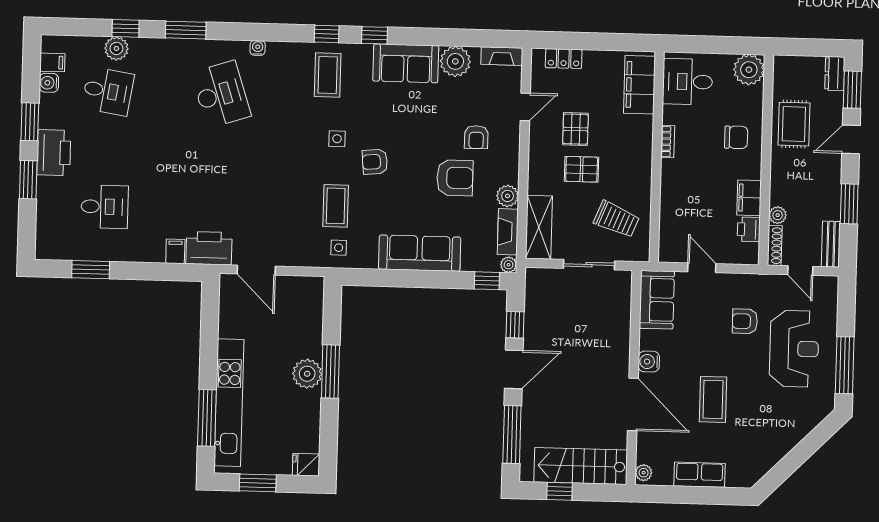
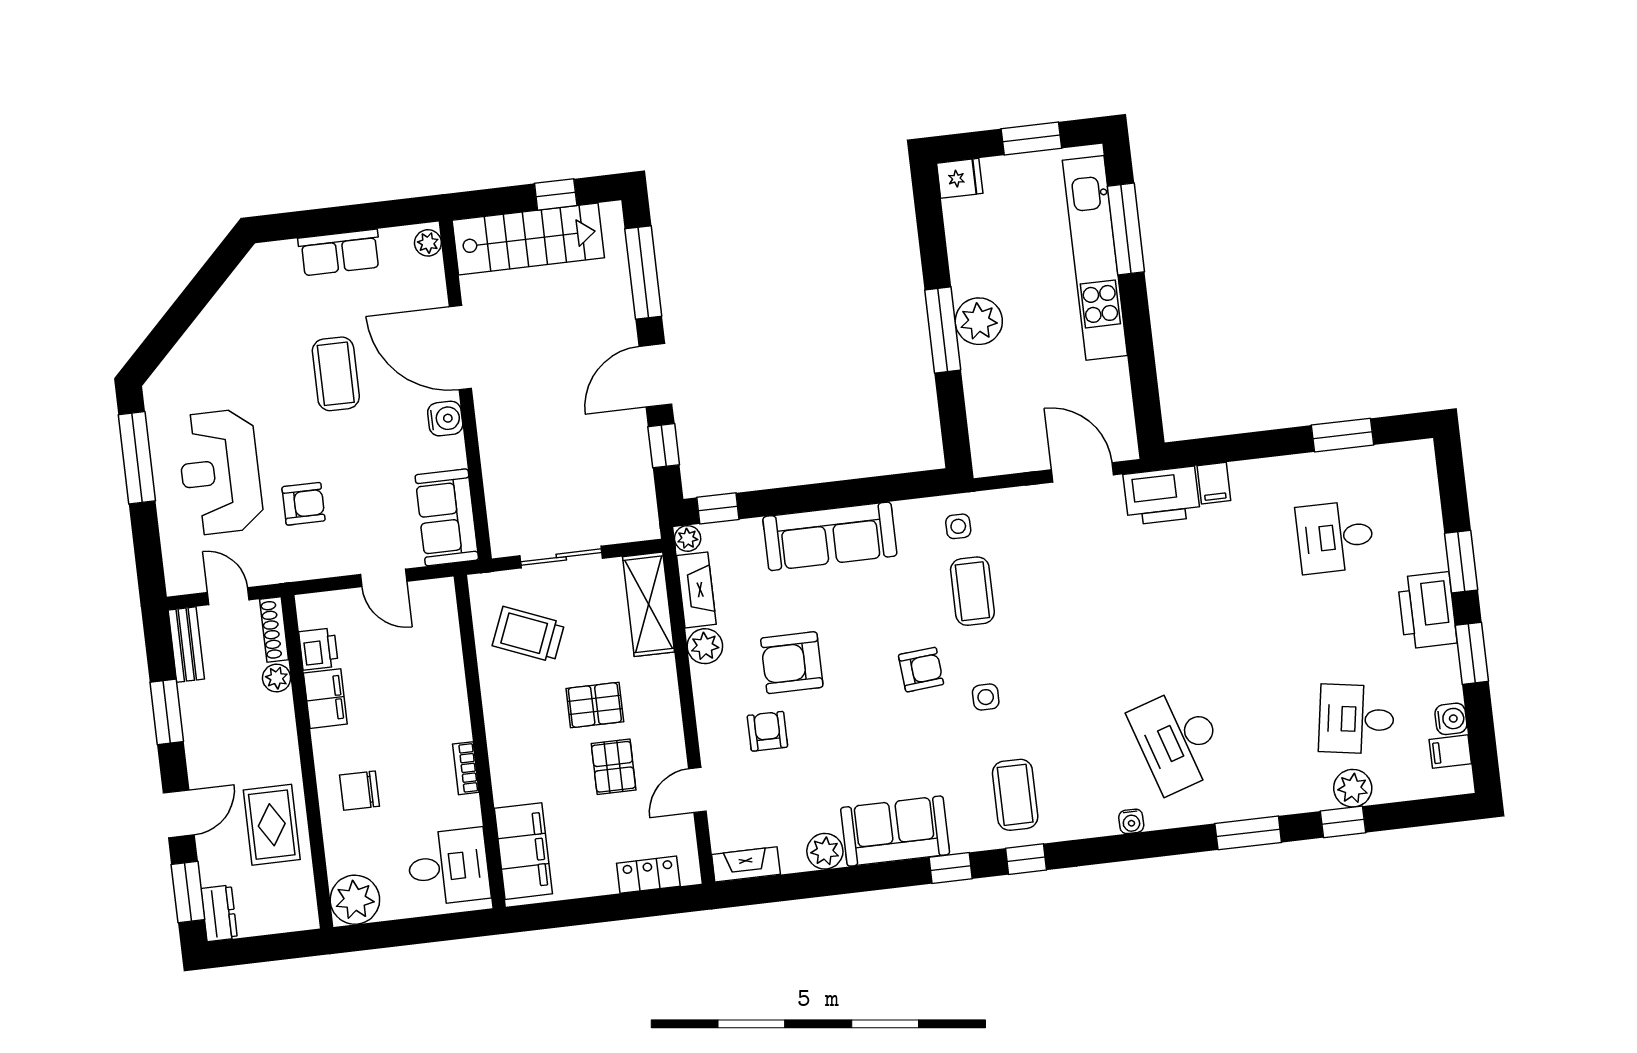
plant: (455, 61) -> (825, 851), width x0.73, depth x0.73

